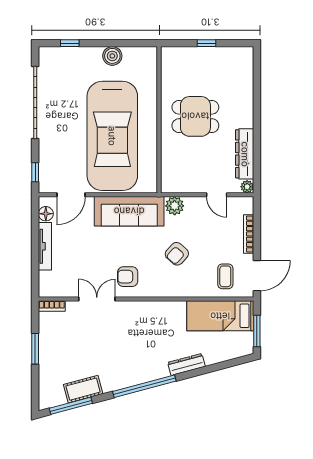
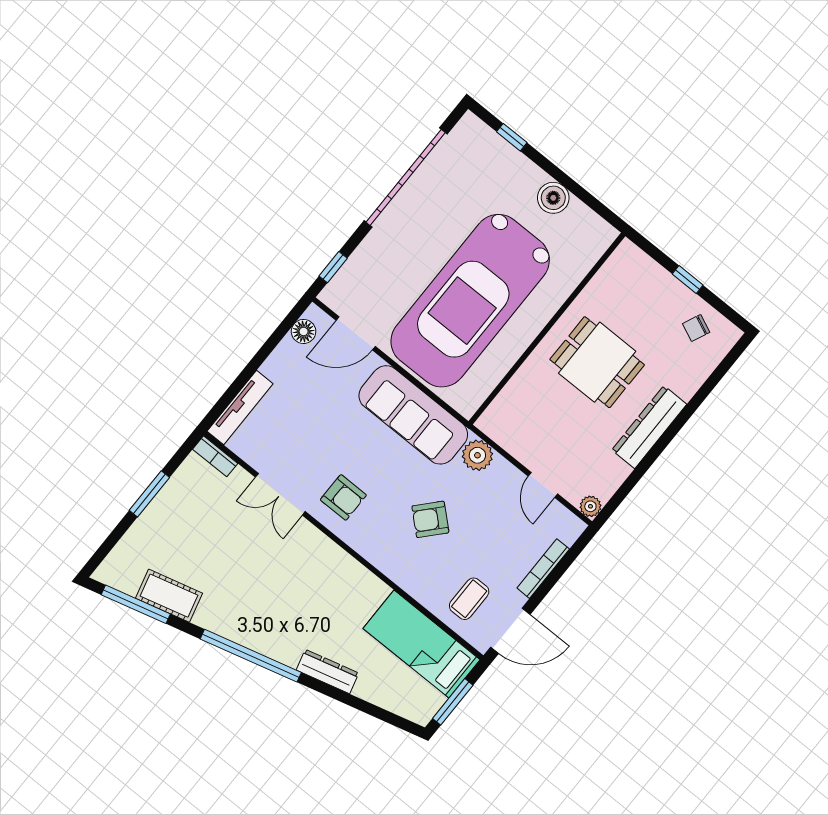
chair: (229, 63) -> (696, 328), added
dresser: (245, 154) -> (649, 427), moved
tv unit: (45, 246) -> (240, 407), moved
armchair: (128, 277) -> (343, 497), turned 180
double door: (97, 299) -> (280, 494), swing flipped

